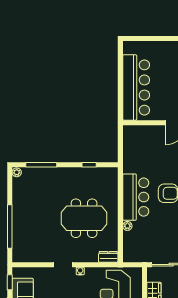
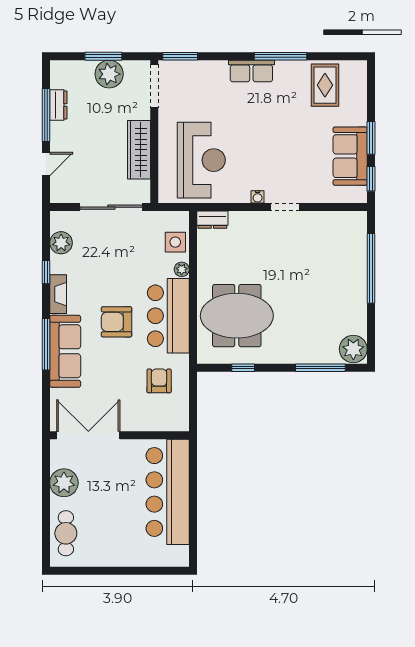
armchair: (141, 157) -> (159, 381), added
plant: (17, 172) -> (353, 349), width x1.87, depth x1.87
meeting table: (84, 218) -> (237, 316), moved
side table: (131, 243) -> (175, 242), added

